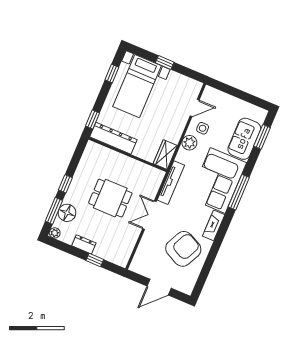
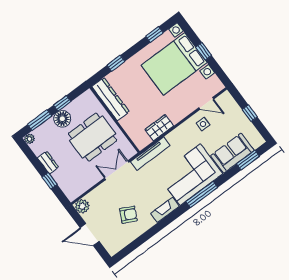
bed with nightstands: (137, 86) -> (174, 64), width x1.36
window: (239, 94) -> (250, 113), added
dresser: (113, 138) -> (111, 99), moved
plant: (189, 143) -> (82, 206), moved
wall: (128, 155) -> (115, 120), moved
dining table: (110, 198) -> (93, 137), width x1.38
floor lamp: (67, 213) -> (62, 119), moved
armchair: (183, 249) -> (128, 215), width x0.53, depth x0.53

